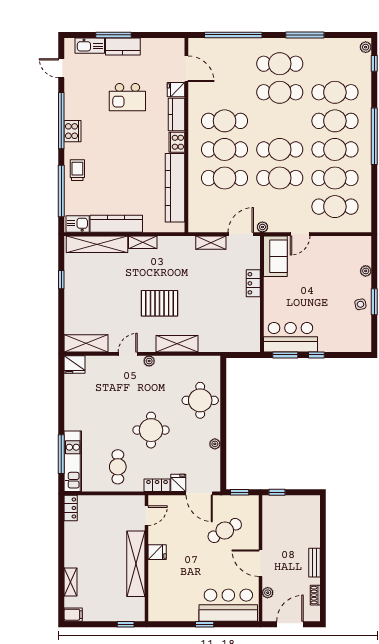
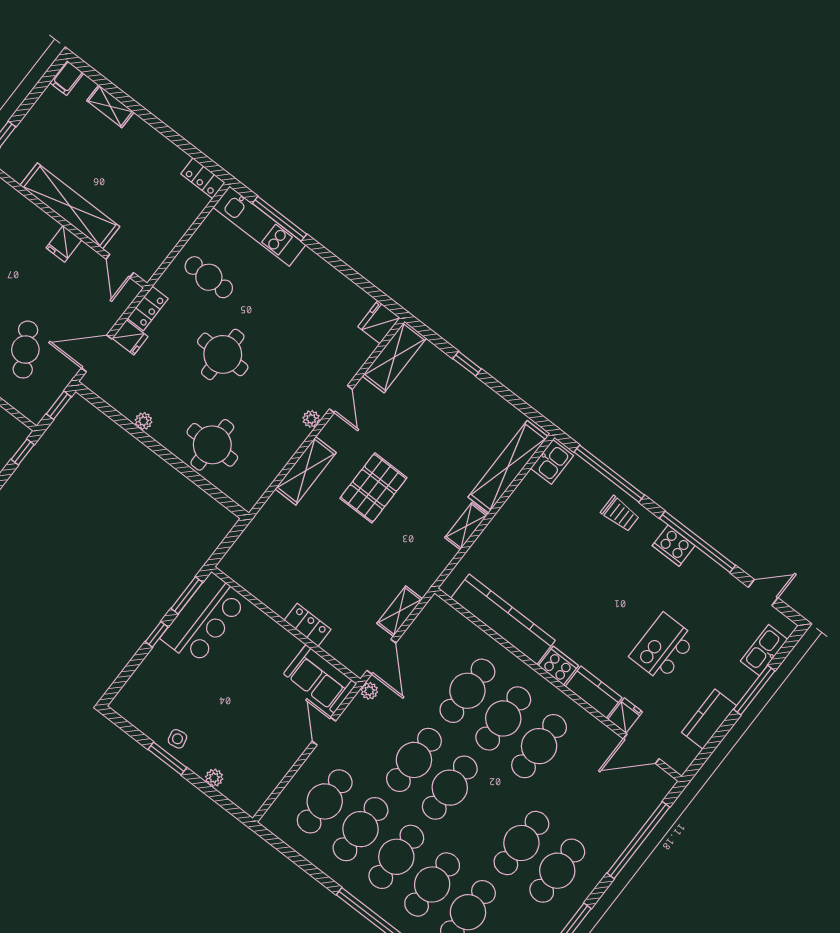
kitchen counter: (123, 46) -> (709, 719), moved
kitchen counter: (116, 224) -> (515, 511), removed
window: (61, 280) -> (467, 364), moved

